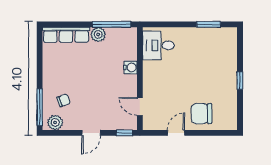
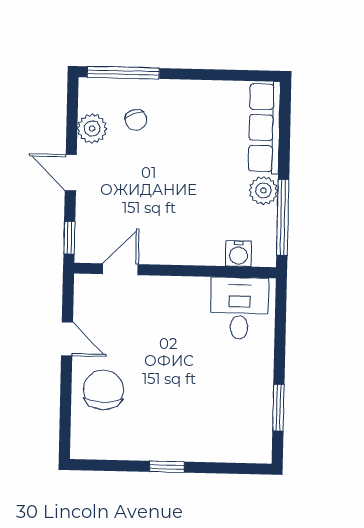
water cooler: (131, 67) -> (238, 254), moved
plant: (55, 123) -> (92, 129), moved

